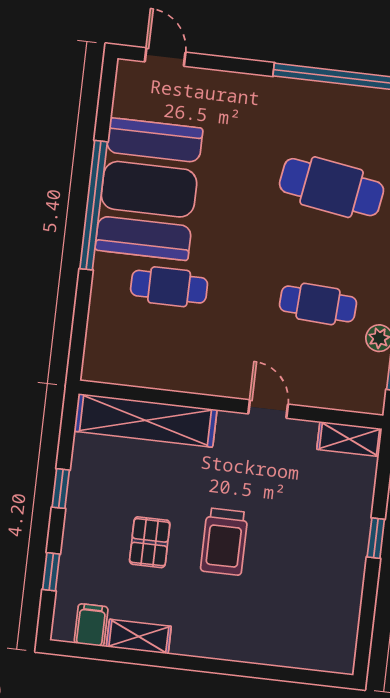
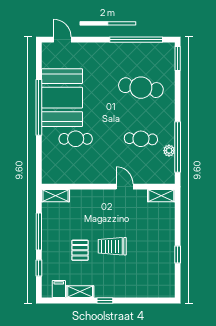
shelving: (145, 420) -> (55, 196), width x0.45, depth x0.75
window: (61, 489) -> (39, 231), width x2.17
window: (376, 538) -> (178, 255), moved
trolley: (224, 542) -> (112, 246), turned 90
window: (193, 663) -> (105, 300), added

